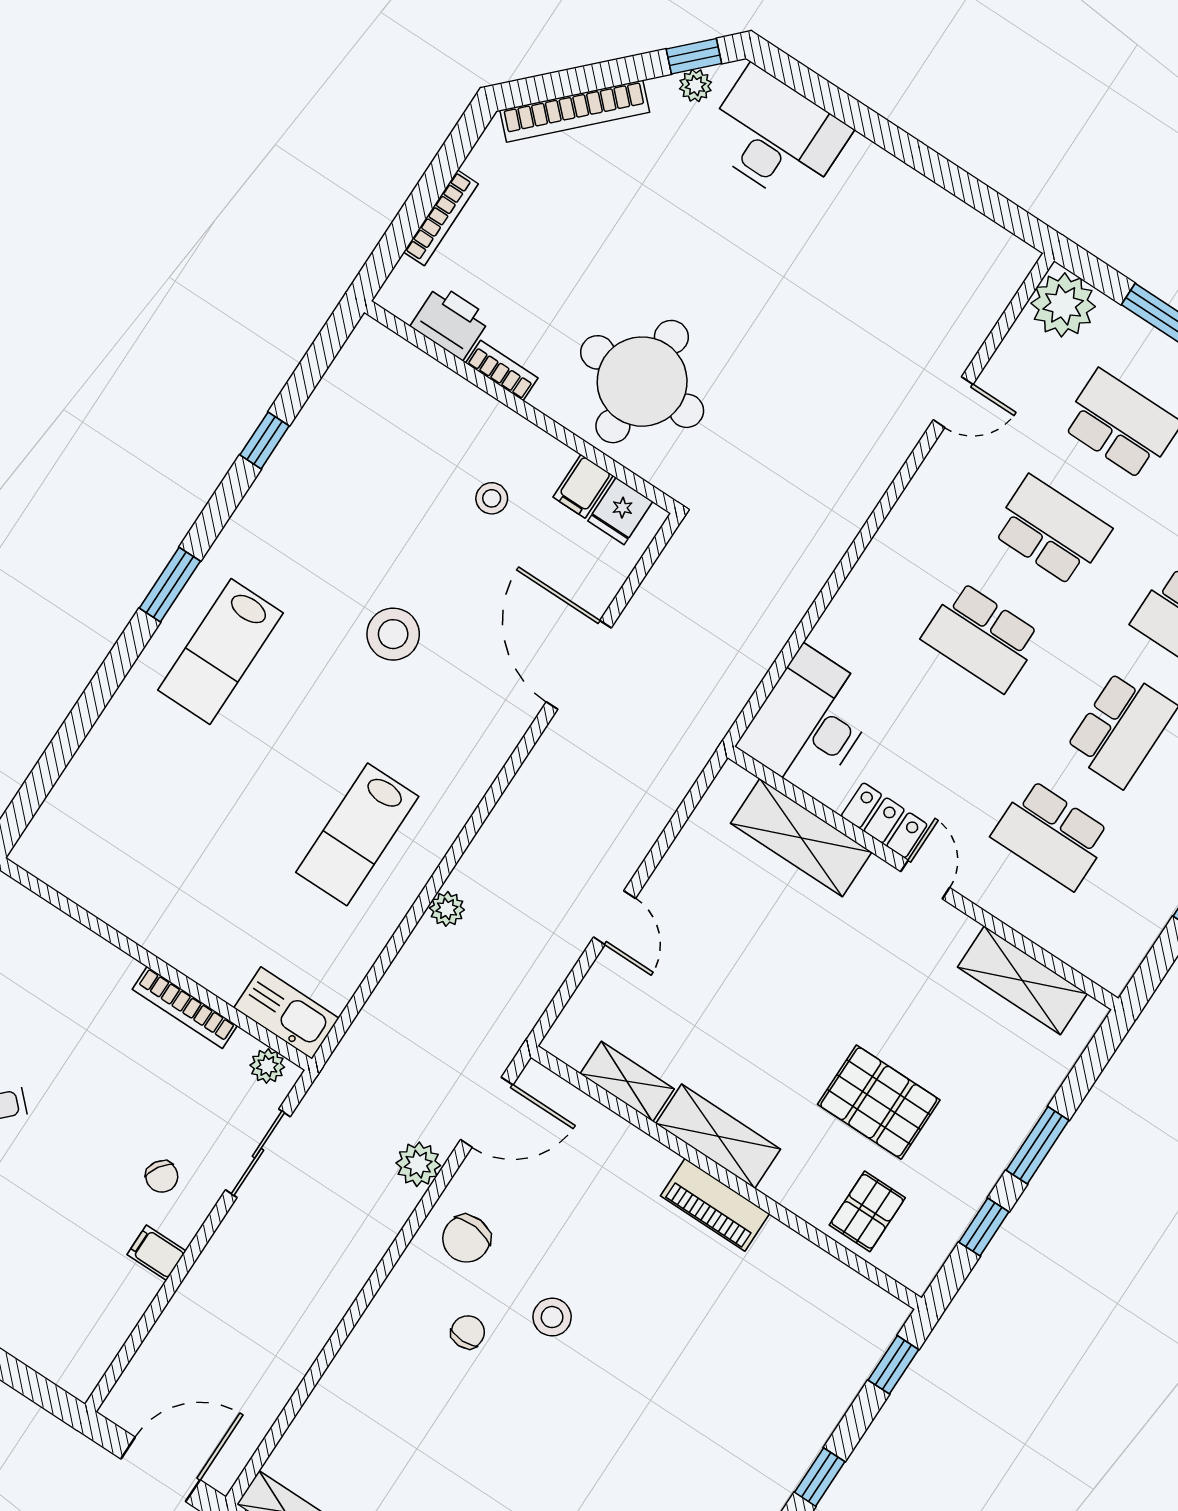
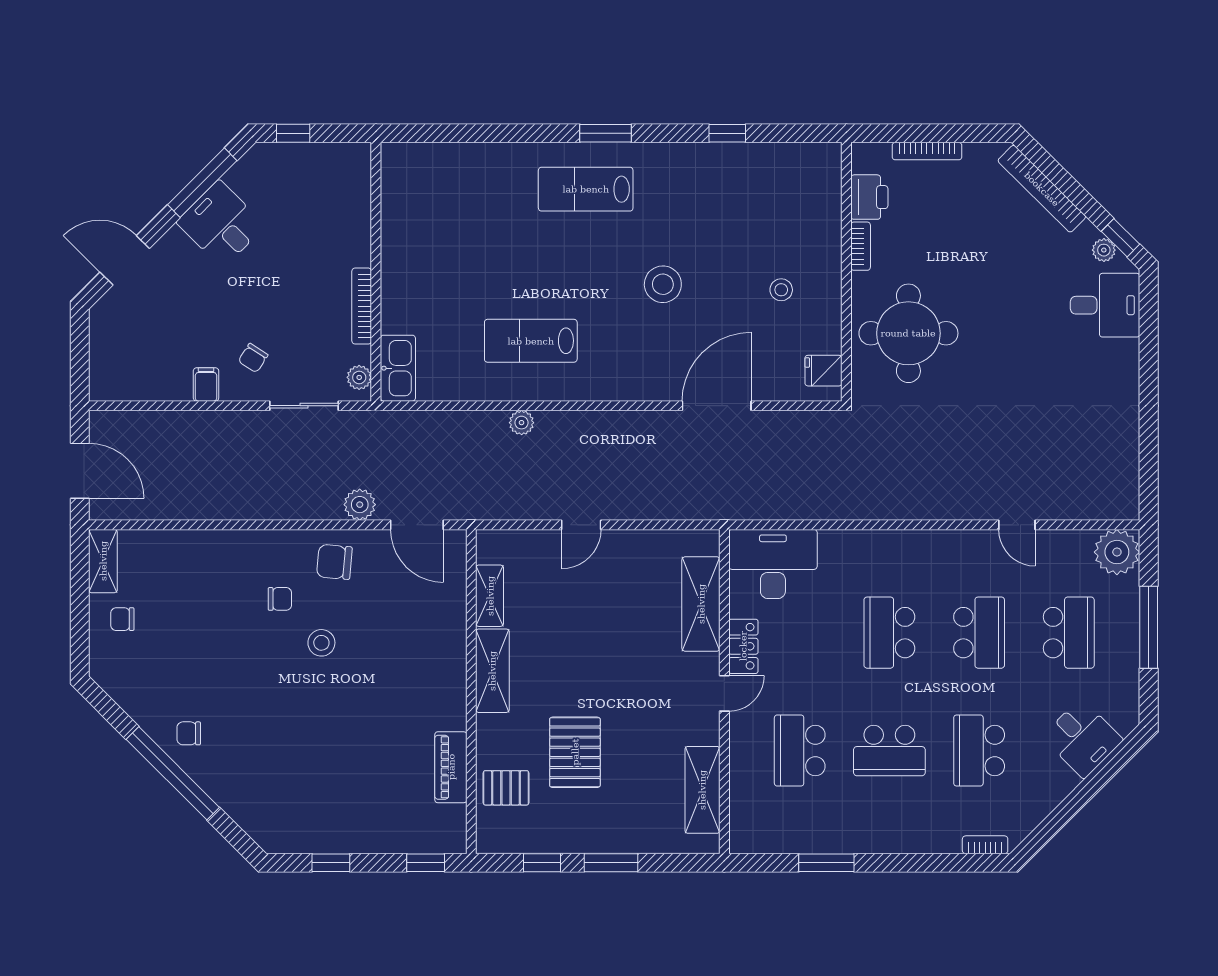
desk: (776, 136) -> (1105, 305), width x0.73
filing cabinet: (583, 486) -> (824, 339), removed
piano: (715, 1205) -> (451, 767), moved

